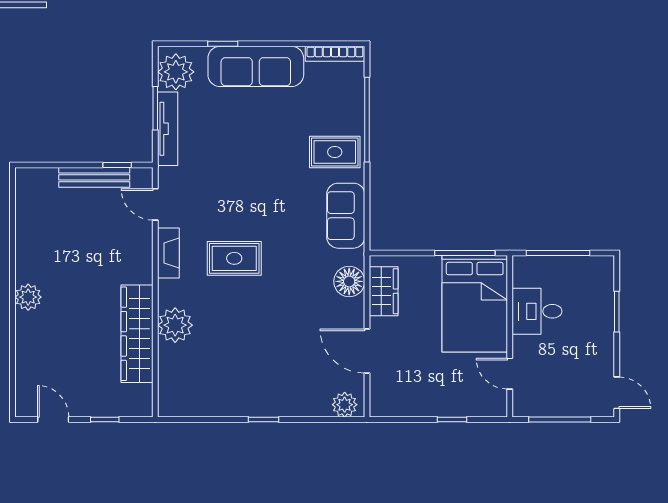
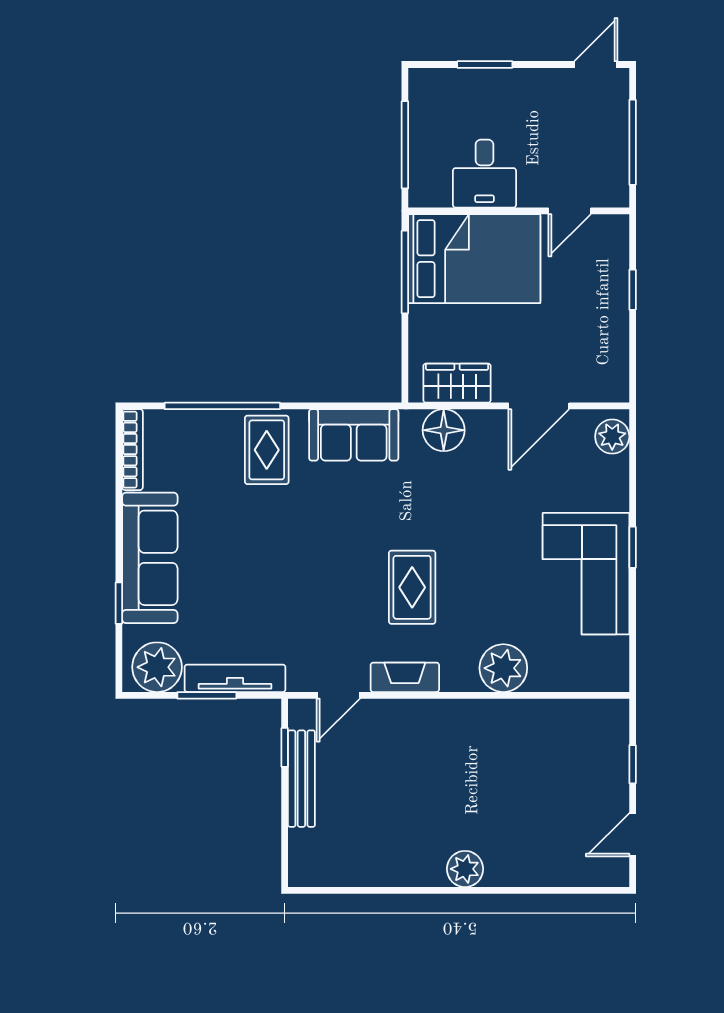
wardrobe: (137, 334) -> (515, 720), removed
corner sofa: (244, 386) -> (586, 574), added

